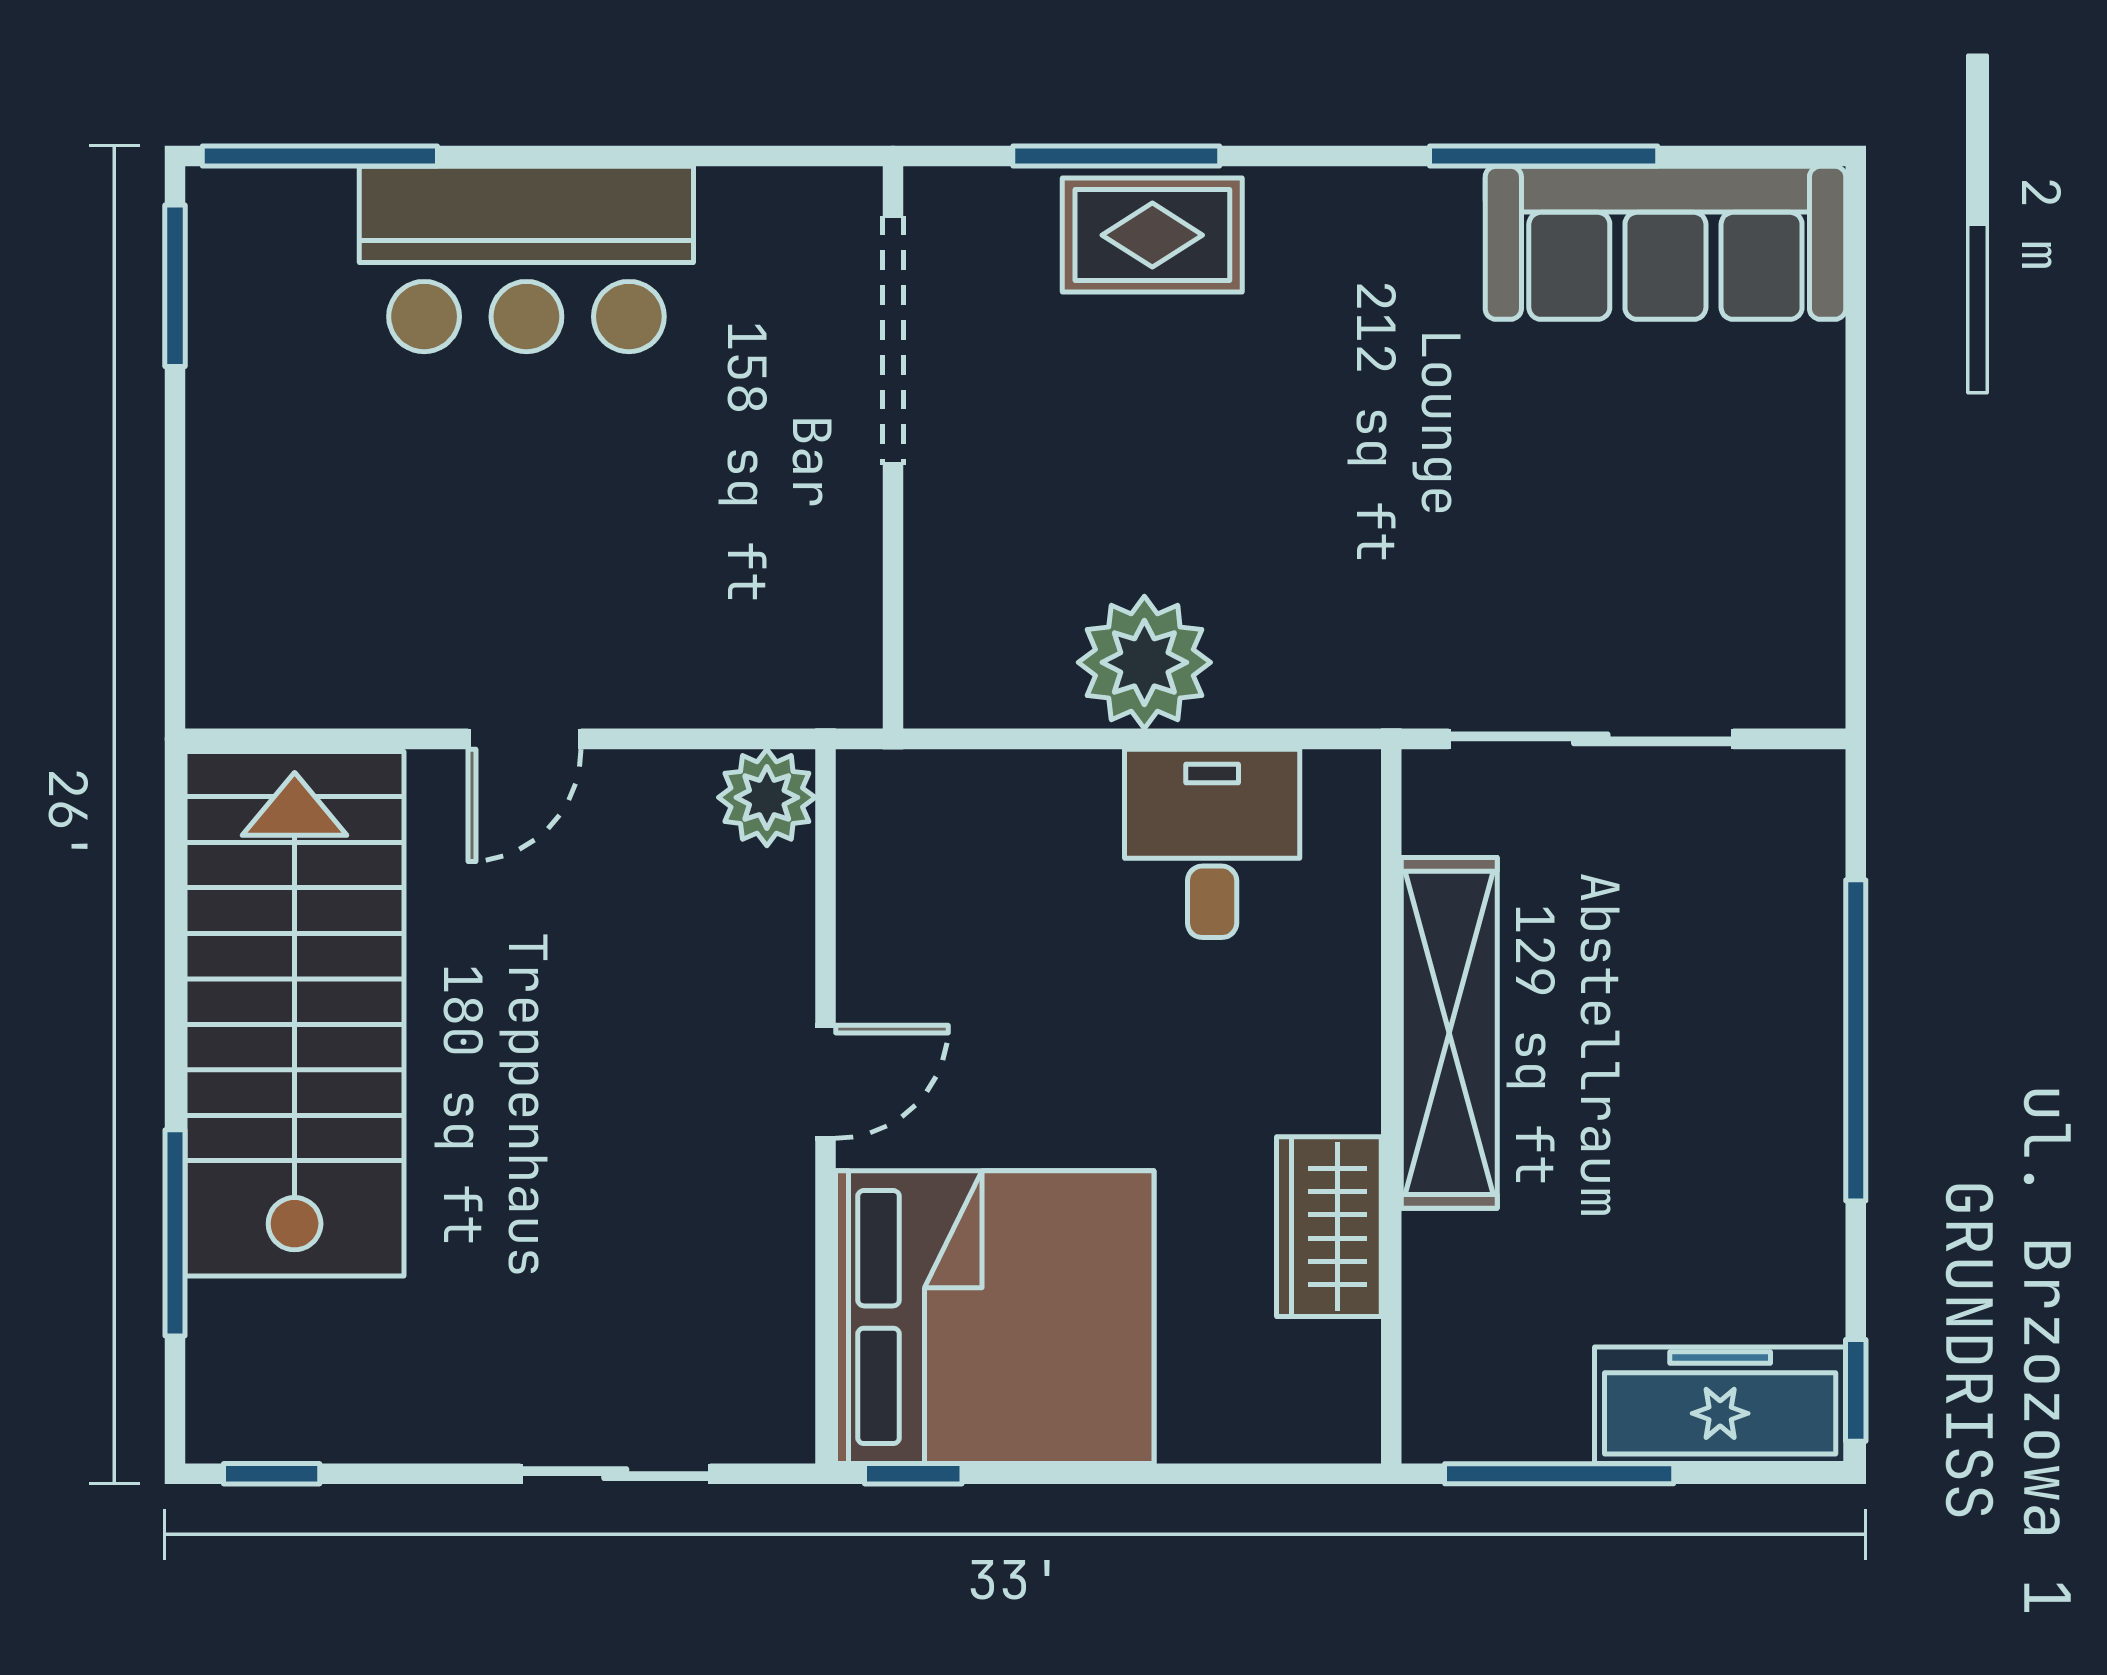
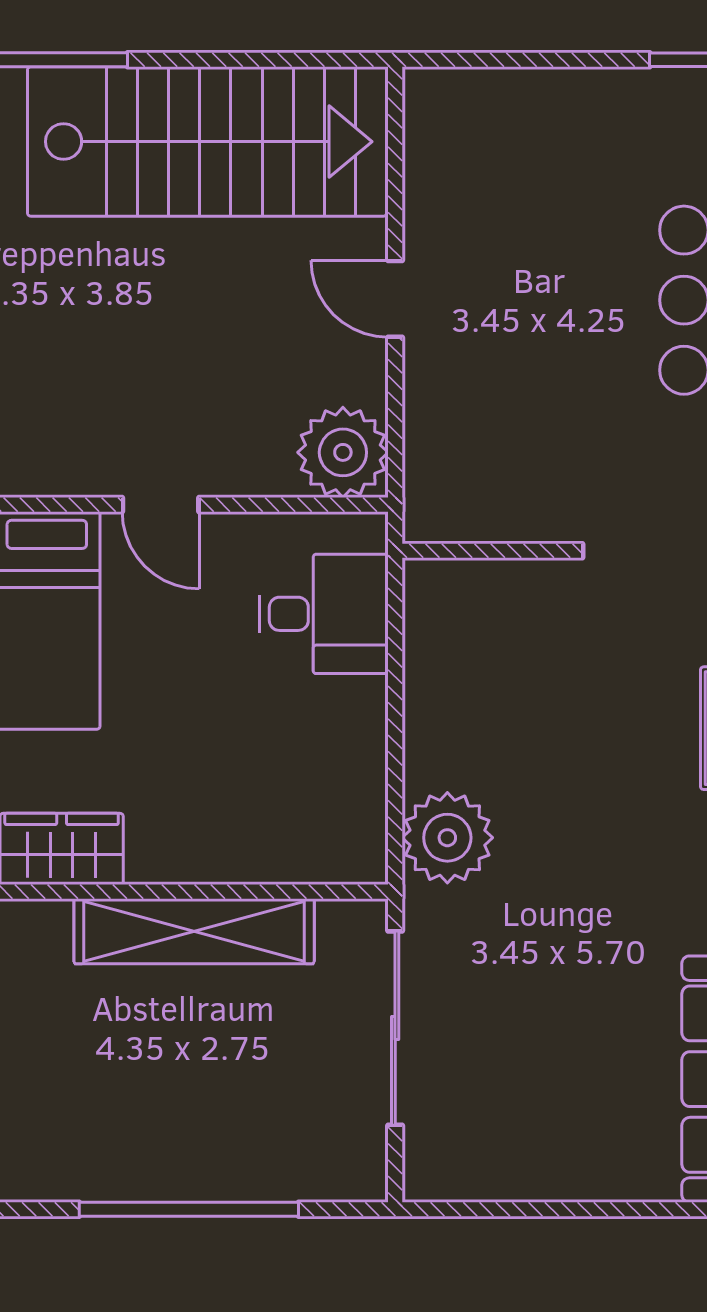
plant: (1144, 662) -> (447, 838), moved
plant: (767, 797) -> (343, 452), width x1.36, depth x1.36
desk: (1212, 843) -> (324, 614), moved

